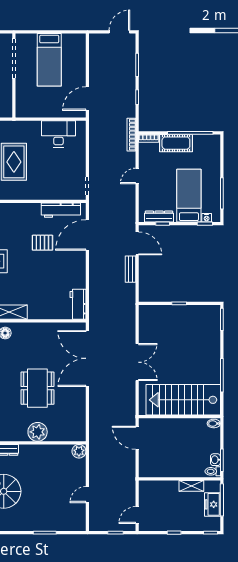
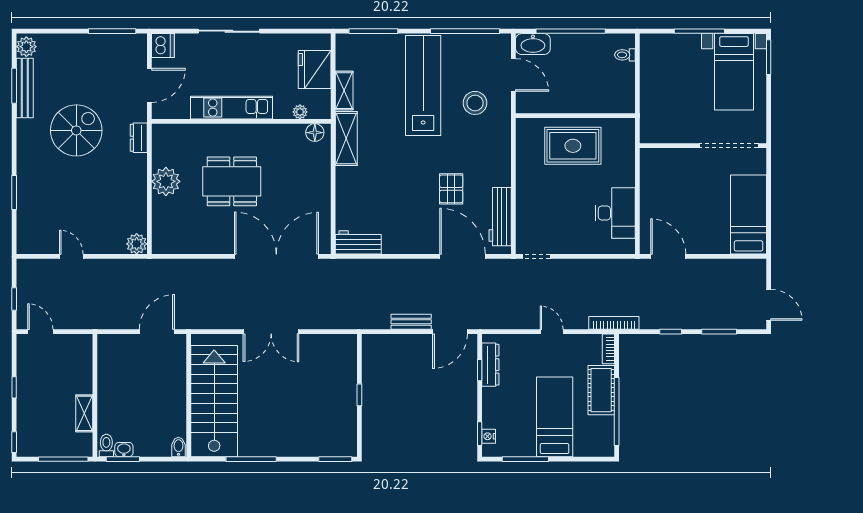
bed: (49, 60) -> (749, 215), moved, turned 90
bed: (189, 196) -> (555, 417), moved, turned -90
freezer: (213, 504) -> (56, 445), removed

